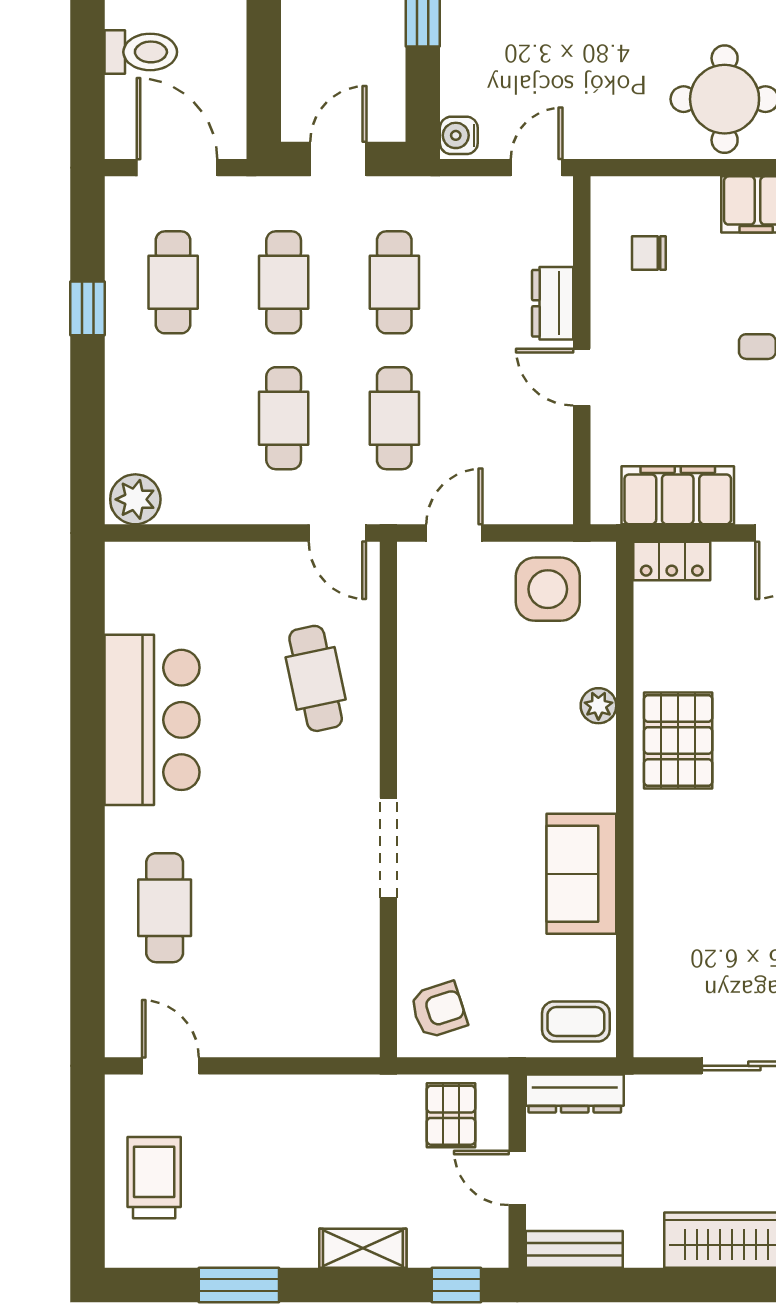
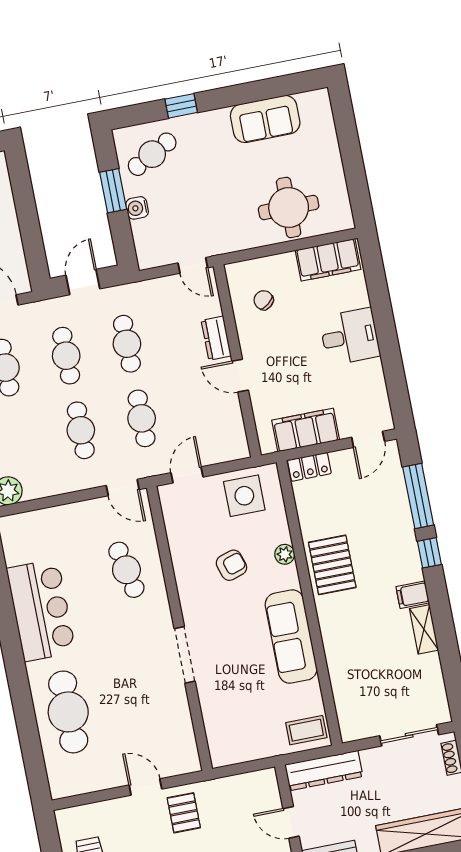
water cooler: (459, 135) -> (137, 208), moved
door: (537, 168) -> (193, 265), swing flipped
chair: (649, 253) -> (264, 300), turned 52
sofa: (581, 874) -> (291, 637), width x1.36
cafe table: (165, 908) -> (68, 712), width x1.37, depth x1.35
armchair: (439, 1010) -> (231, 565), moved
door: (170, 1066) -> (145, 787), moved
dresser: (575, 1094) -> (324, 771), width x1.37, depth x1.24
pallet: (451, 1115) -> (184, 813), moved

